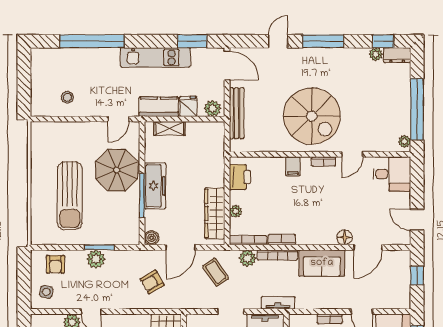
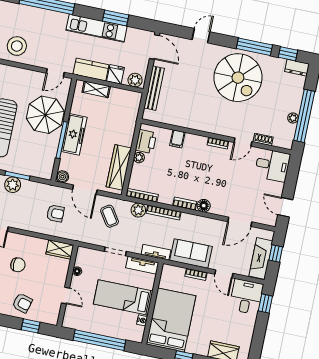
window: (192, 41) -> (116, 18), moved
window: (323, 41) -> (254, 47), moved
plant: (376, 54) -> (279, 63), removed
stool: (67, 97) -> (17, 46), width x1.89, depth x1.89
spiral stairs: (312, 116) -> (238, 78), moved
plant: (405, 141) -> (293, 118), moved
shoe rack: (375, 147) -> (263, 139), added
filing cabinet: (293, 166) -> (177, 139), moved
plant: (236, 211) -> (139, 158), moved
floor lamp: (345, 237) -> (204, 206), moved
bookcase: (282, 240) -> (185, 204), moved
door: (181, 247) -> (85, 190), hinge flipped
sofa: (322, 263) -> (191, 254), moved, turned 180
armchair: (152, 282) -> (55, 213), turned -150
fireplace: (401, 285) -> (261, 258), added

